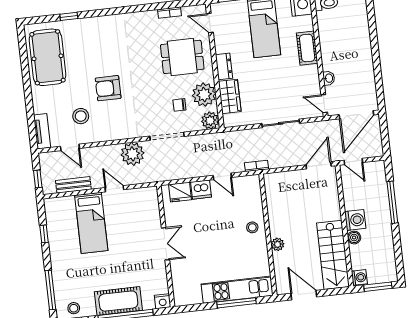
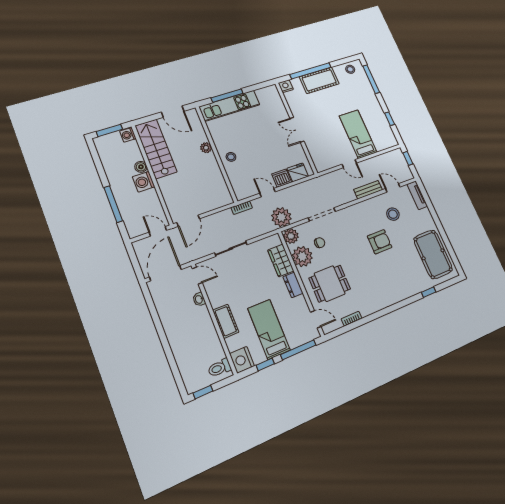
plant: (132, 154) -> (281, 217), moved
bench: (73, 185) -> (368, 190), moved

